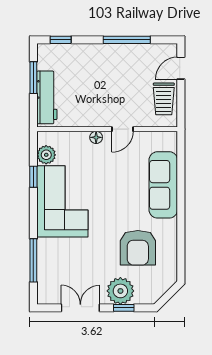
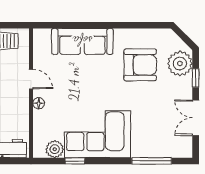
plant: (120, 291) -> (180, 64), moved

